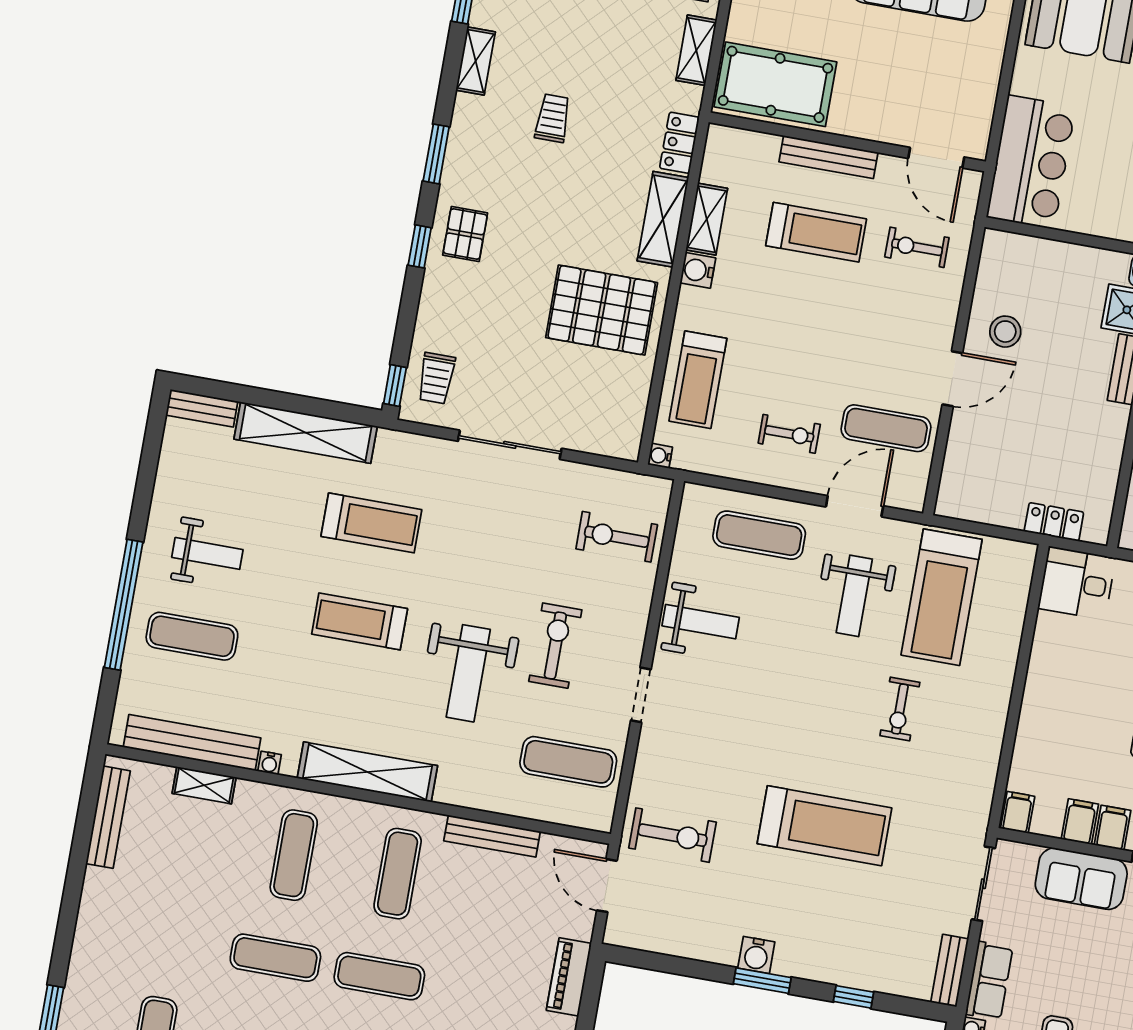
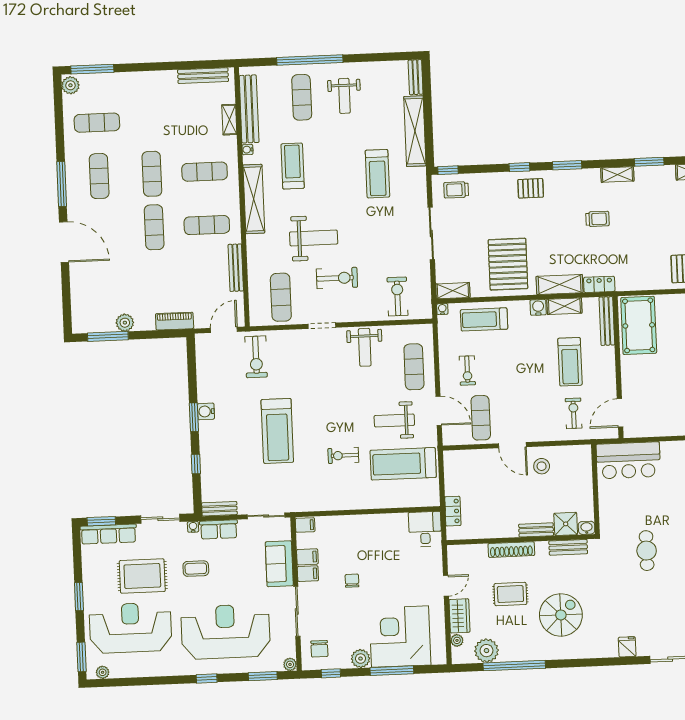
shelving: (696, 50) -> (453, 291), moved
bench: (828, 157) -> (607, 321), moved
treadmill: (360, 621) -> (293, 166), moved
weight bench: (468, 673) -> (314, 238), turned 180

